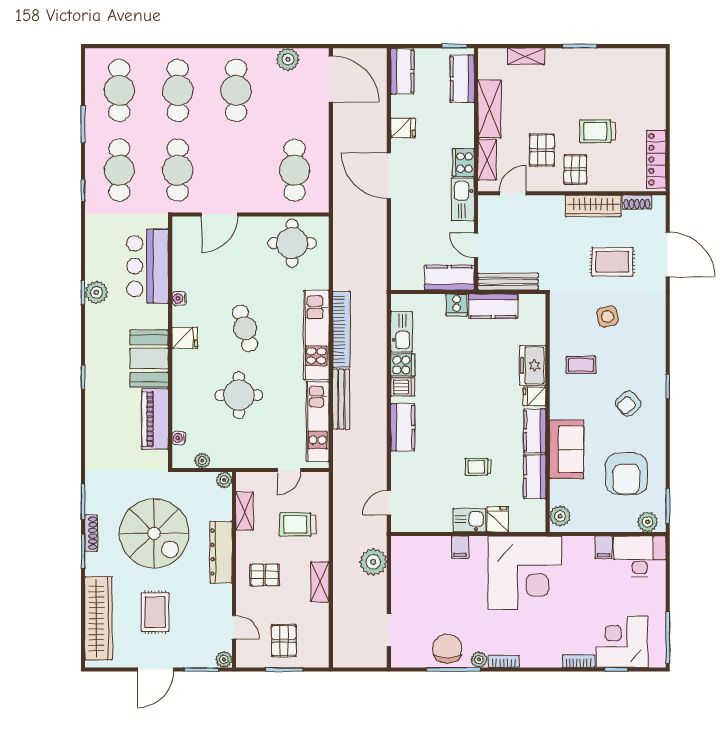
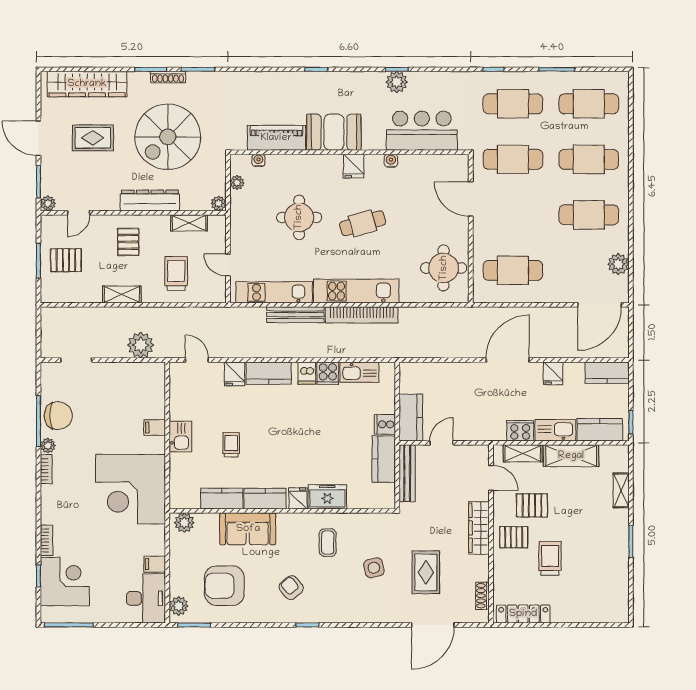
kitchen sink: (463, 200) -> (555, 430), moved
wardrobe: (593, 206) -> (479, 528), moved
fridge: (498, 519) -> (235, 374), moved, turned 90

